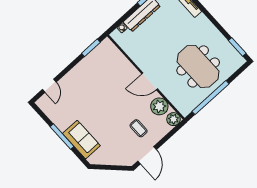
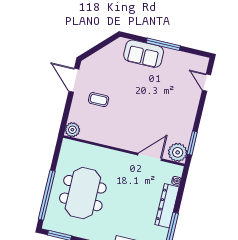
meeting table: (198, 66) -> (83, 193), turned 90
door: (150, 81) -> (150, 157), moved
window: (211, 98) -> (47, 195), moved
plant: (159, 106) -> (178, 152), moved

